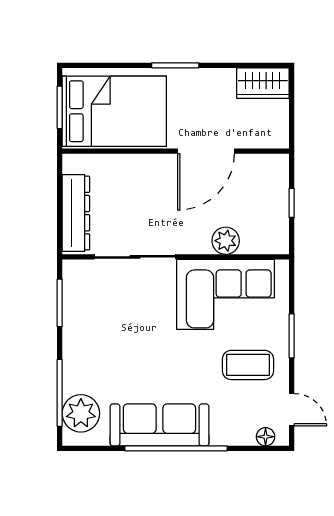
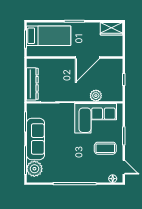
bed: (114, 111) -> (49, 36), width x0.67
sofa: (159, 425) -> (35, 139), moved, turned 90

